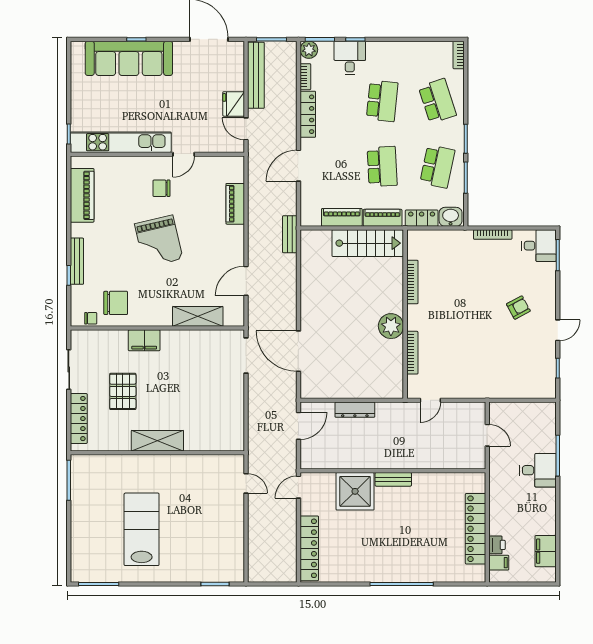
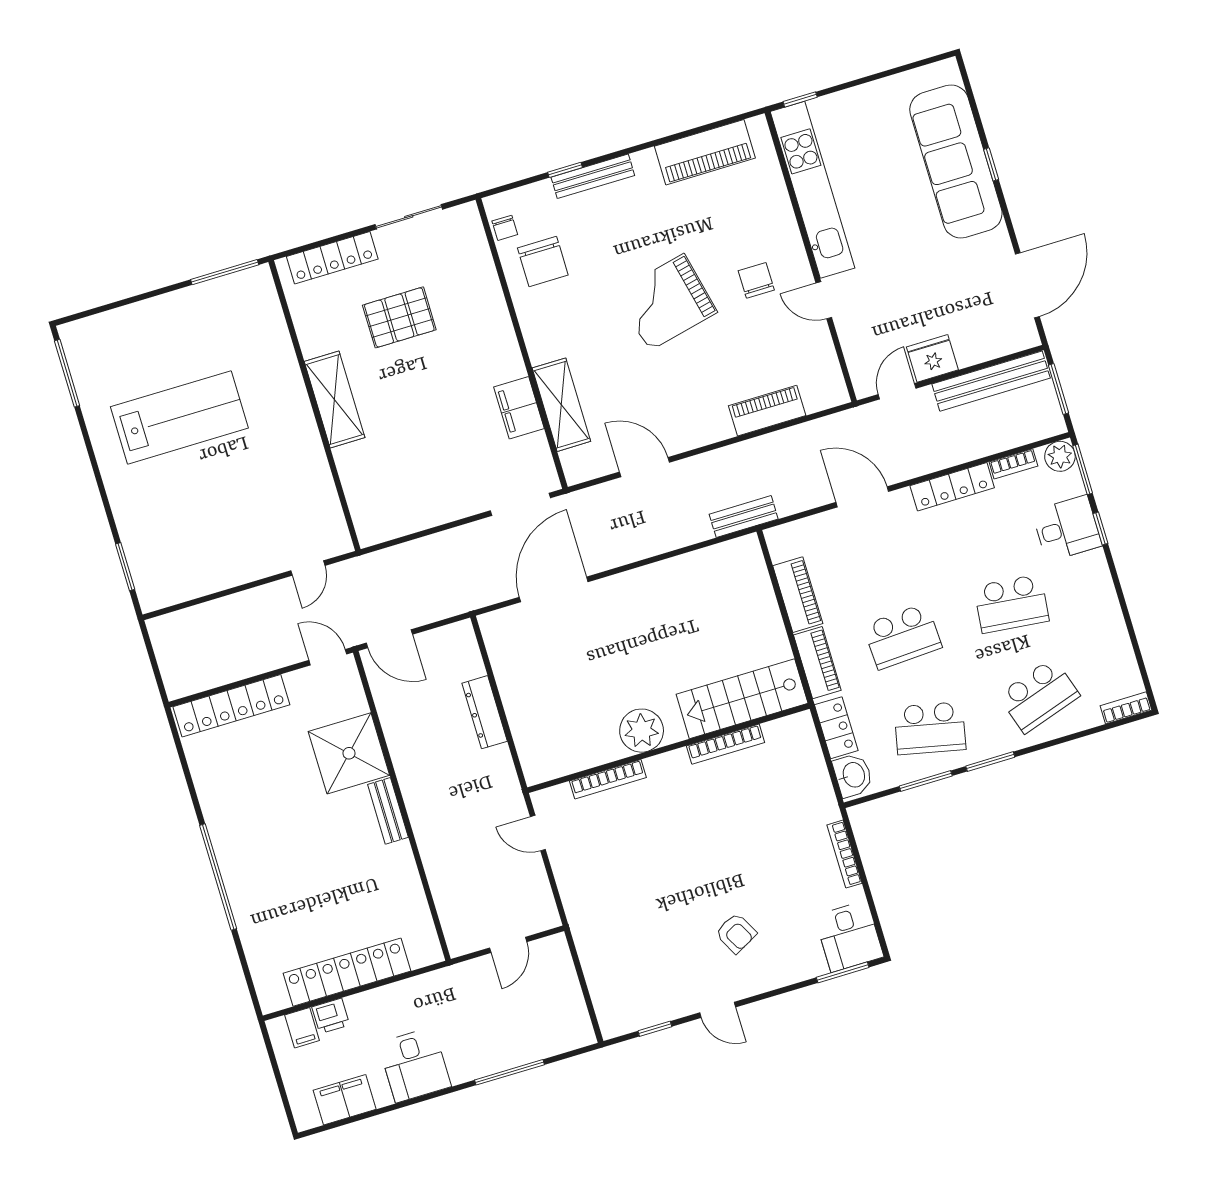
stairs: (368, 243) -> (742, 699), moved, turned 90
filing cabinet: (144, 340) -> (519, 408), moved
door: (298, 426) -> (389, 639), moved
desk: (538, 470) -> (415, 1065), moved

